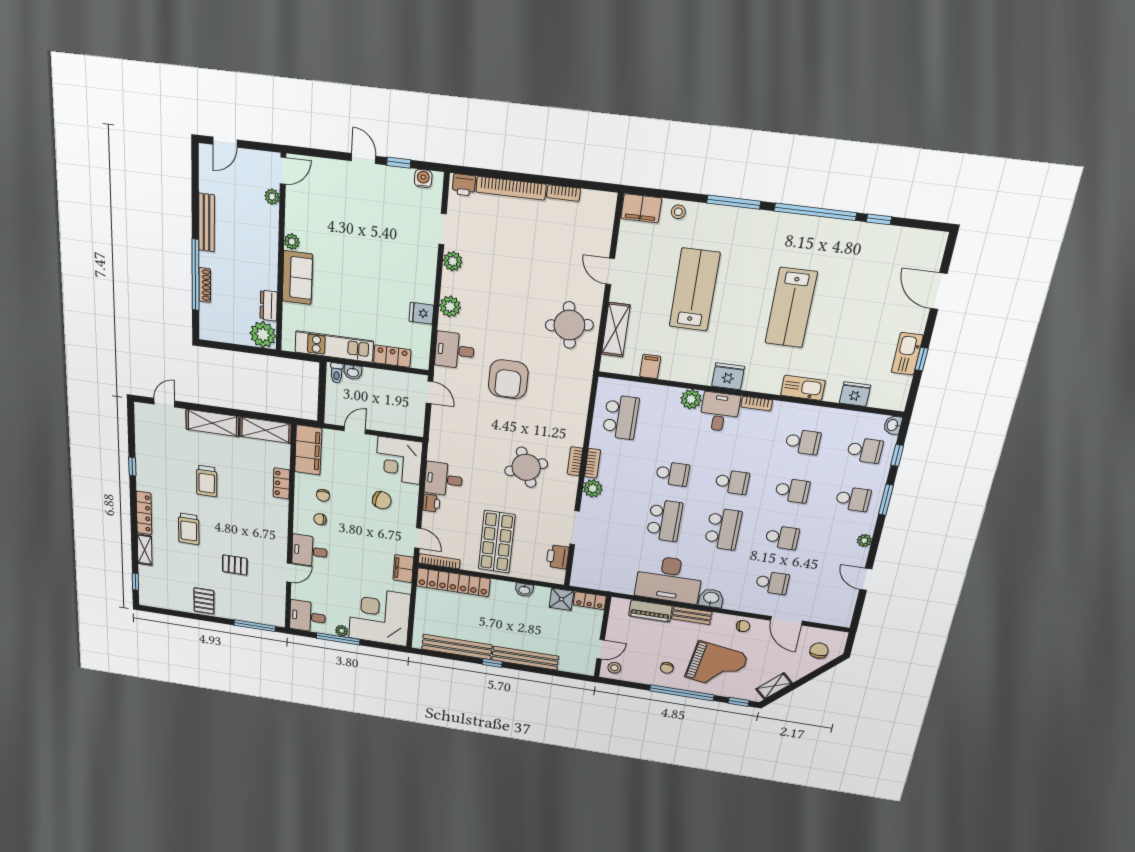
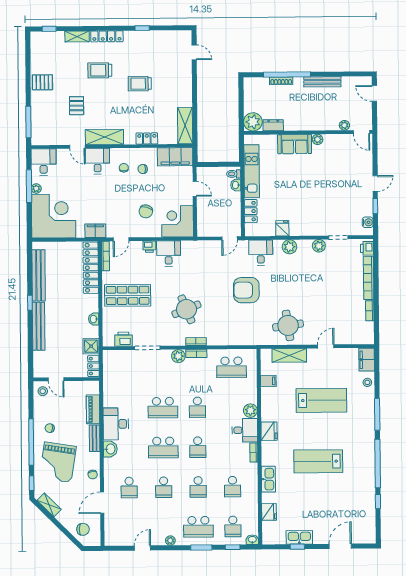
shelving: (212, 423) -> (104, 137), moved, turned 90
school desk: (853, 499) -> (198, 527), width x1.85
desk: (669, 579) -> (116, 424), width x0.73, depth x0.77

